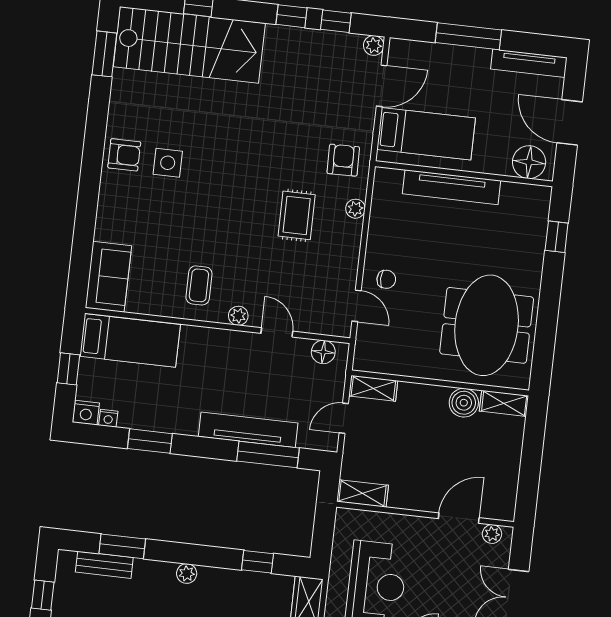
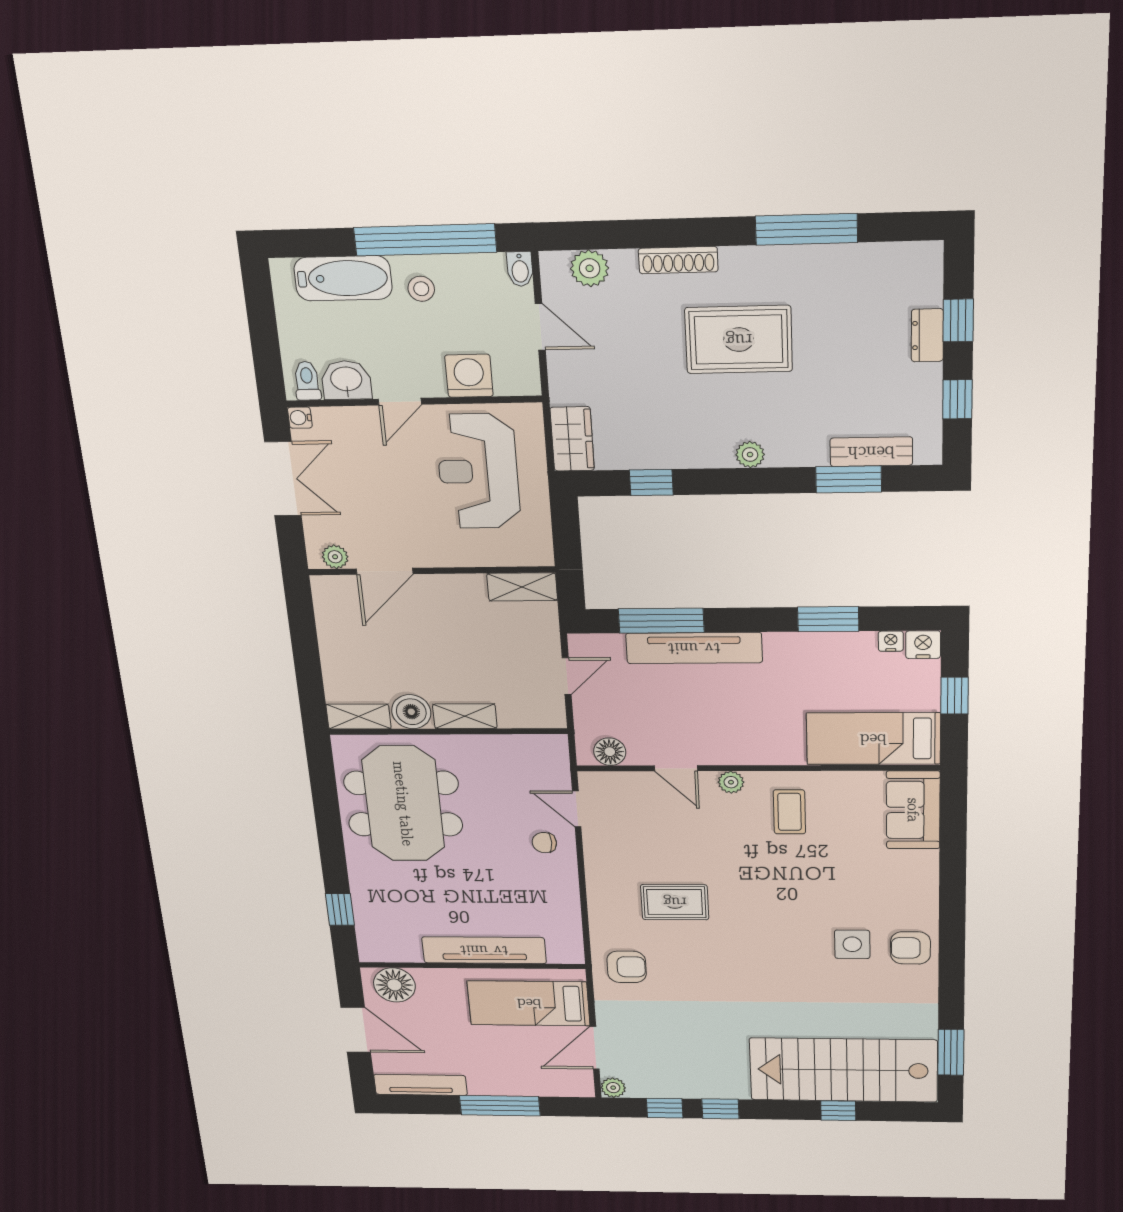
armchair: (343, 160) -> (627, 967), turned -89
plant: (355, 209) -> (600, 916), removed
rug: (297, 215) -> (675, 902), turned 90
shelving: (373, 388) -> (465, 716), moved

